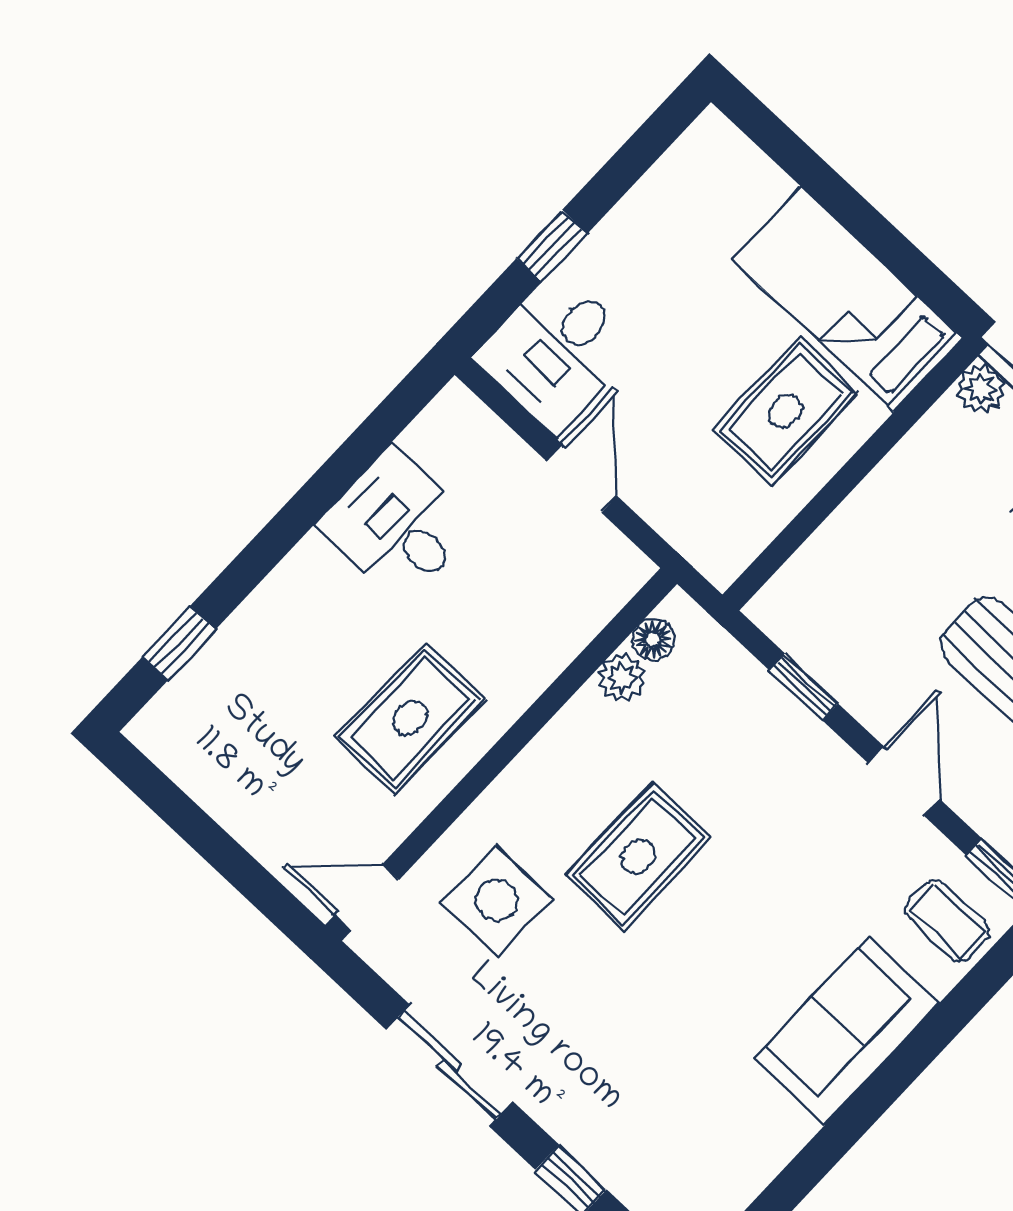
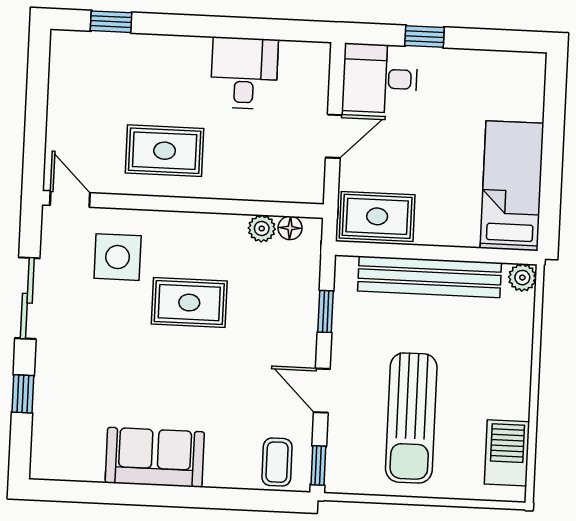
rug: (786, 411) -> (377, 216), moved
bench: (875, 510) -> (430, 277), added
door: (904, 781) -> (322, 391), swing flipped
sofa: (847, 1031) -> (155, 457), moved

